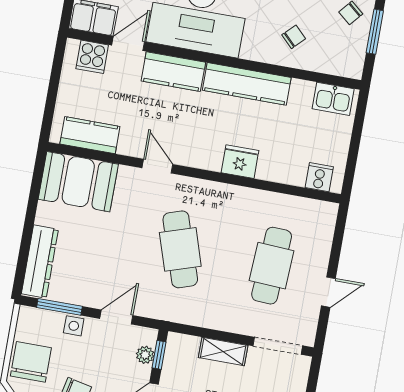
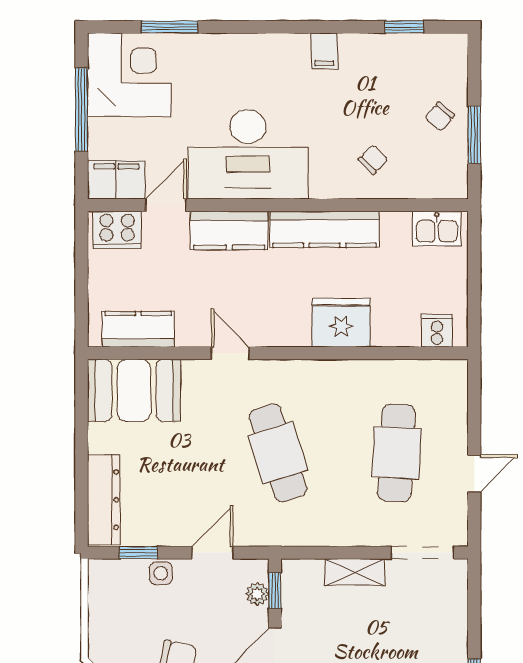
cooker: (92, 57) -> (117, 230), width x1.36
fridge: (240, 162) -> (341, 323), width x1.36, depth x1.34
window: (59, 307) -> (138, 553), width x0.67
chair: (31, 362) -> (115, 628), removed

